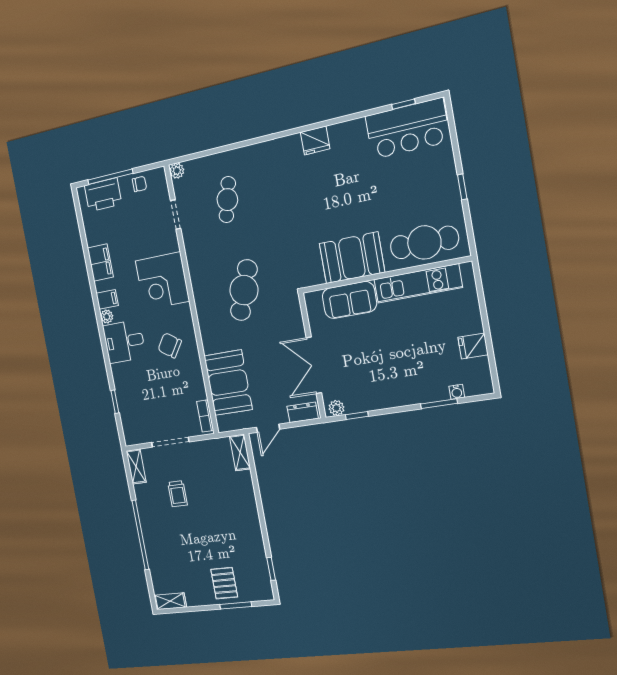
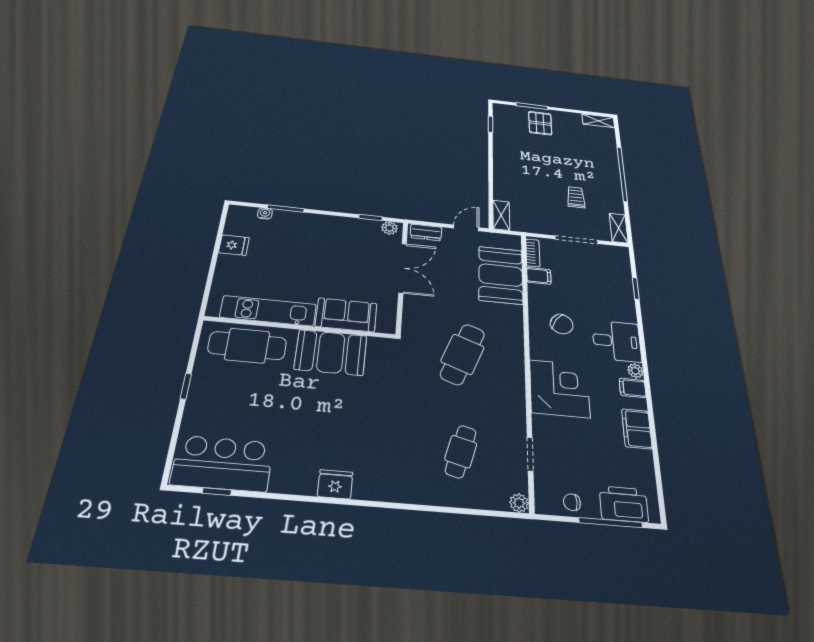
filing cabinet: (196, 392) -> (539, 276), added

